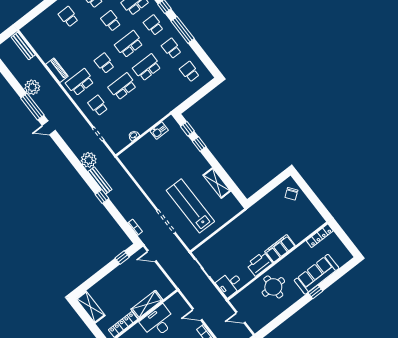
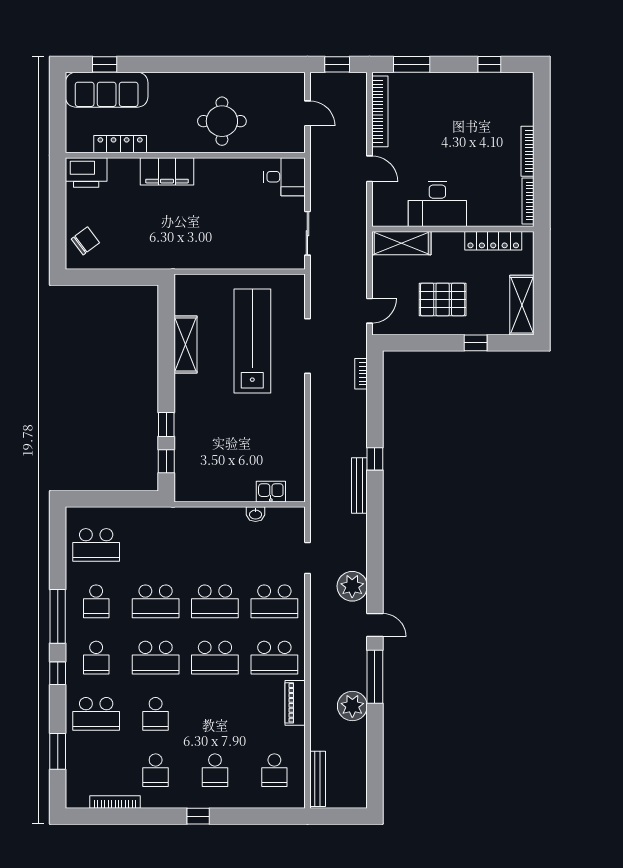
school desk: (44, 36) -> (274, 770), added
school desk: (104, 63) -> (215, 658), width x1.85
school desk: (190, 72) -> (96, 545), width x1.85
school desk: (98, 106) -> (274, 601), width x1.85
kitchen sink: (159, 131) -> (271, 492), moved
plant: (89, 160) -> (352, 586), moved
lab bench: (190, 206) -> (252, 341), turned 180
locker: (320, 236) -> (120, 144), moved
door: (152, 256) -> (370, 311), hinge flipped
window: (122, 258) -> (476, 343), moved
printer: (259, 264) -> (86, 172), moved
sofa: (317, 274) -> (107, 90), moved
pallet: (125, 284) -> (443, 299), added
window: (315, 292) -> (105, 64), moved
shelving: (147, 304) -> (401, 243), moved

